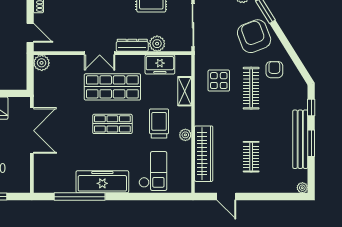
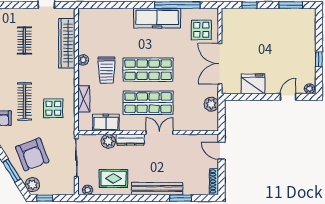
armchair: (254, 36) -> (32, 154), moved
plant: (42, 63) -> (211, 104), moved
shop shelf: (112, 124) -> (148, 70), width x1.43, depth x1.36
display table: (53, 169) -> (201, 30), added
checkout: (153, 171) -> (112, 28), removed

